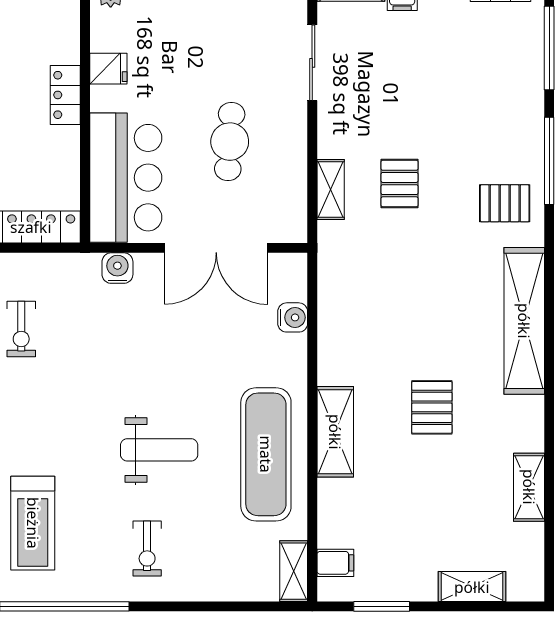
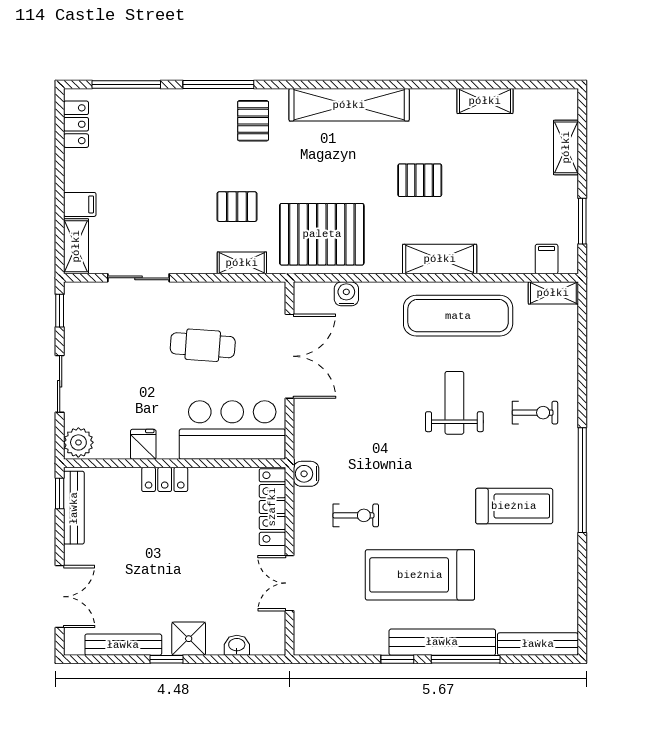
water cooler: (117, 268) -> (306, 474), moved
pallet: (366, 287) -> (322, 234), added

